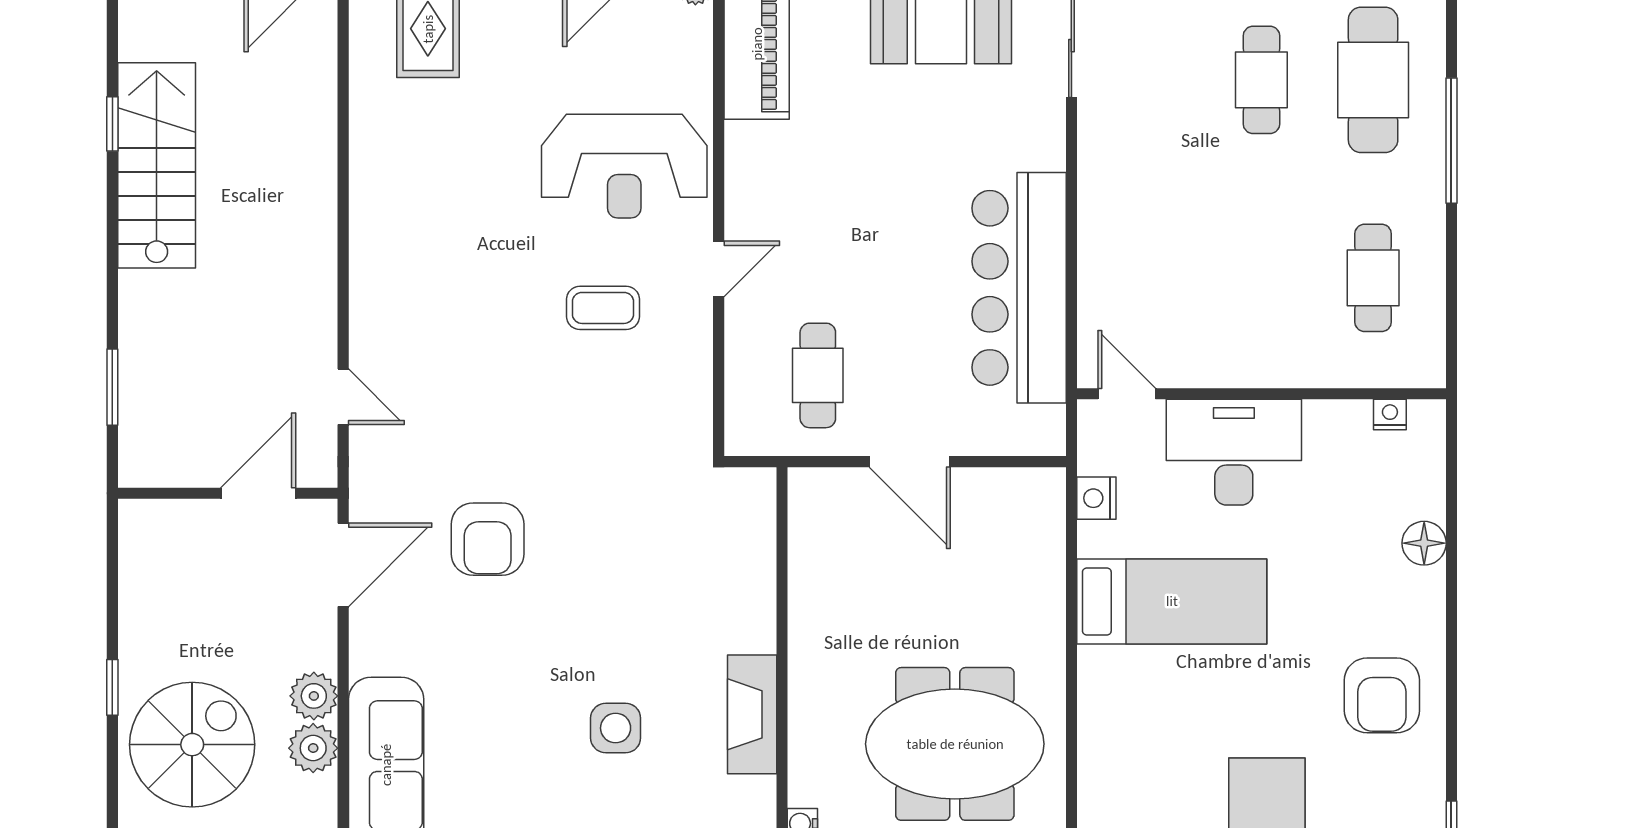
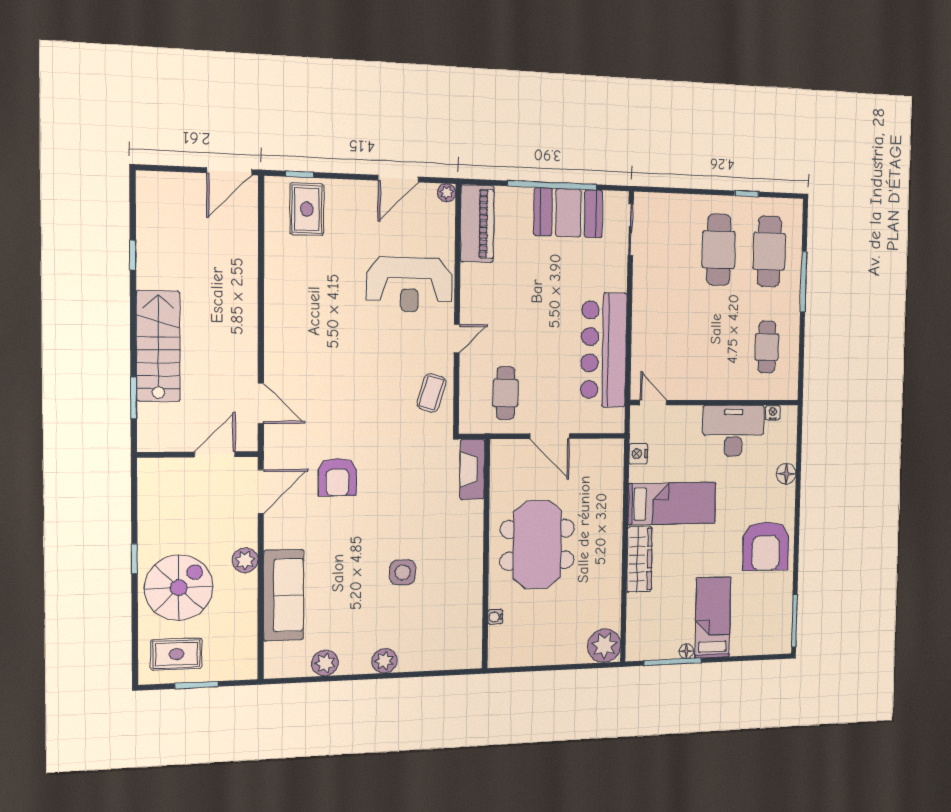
cafe table: (1261, 80) -> (719, 250), width x1.37, depth x1.35
stairs: (157, 165) -> (158, 346), moved
coffee table: (603, 308) -> (431, 393), moved, turned -73
door: (343, 397) -> (261, 403), width x1.38
desk: (1234, 452) -> (733, 431), moved
armchair: (1382, 695) -> (766, 546), width x1.36, depth x1.36
fireplace: (752, 714) -> (472, 469), moved
wardrobe: (1103, 715) -> (639, 559), added
meeting table: (955, 744) -> (537, 545), moved, turned 90
plant: (313, 748) -> (245, 587), removed

